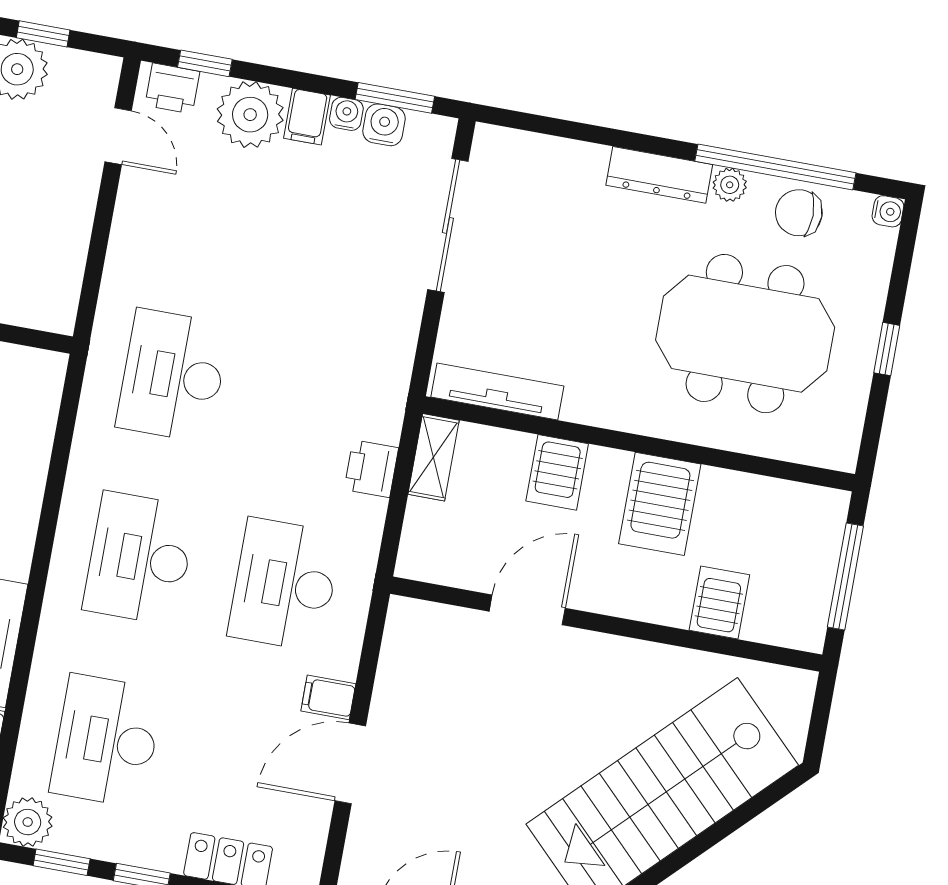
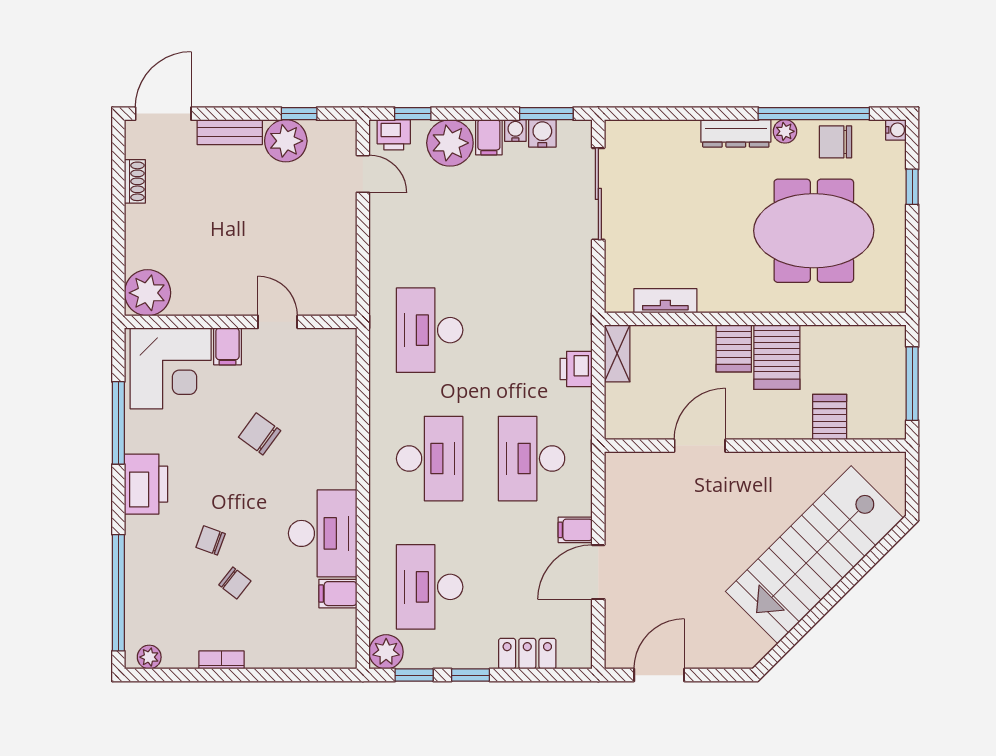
window: (887, 349) -> (912, 187), moved
tv unit: (497, 391) -> (665, 301), width x0.71
server rack: (557, 472) -> (734, 348), moved
desk: (140, 558) -> (430, 459), turned 180

